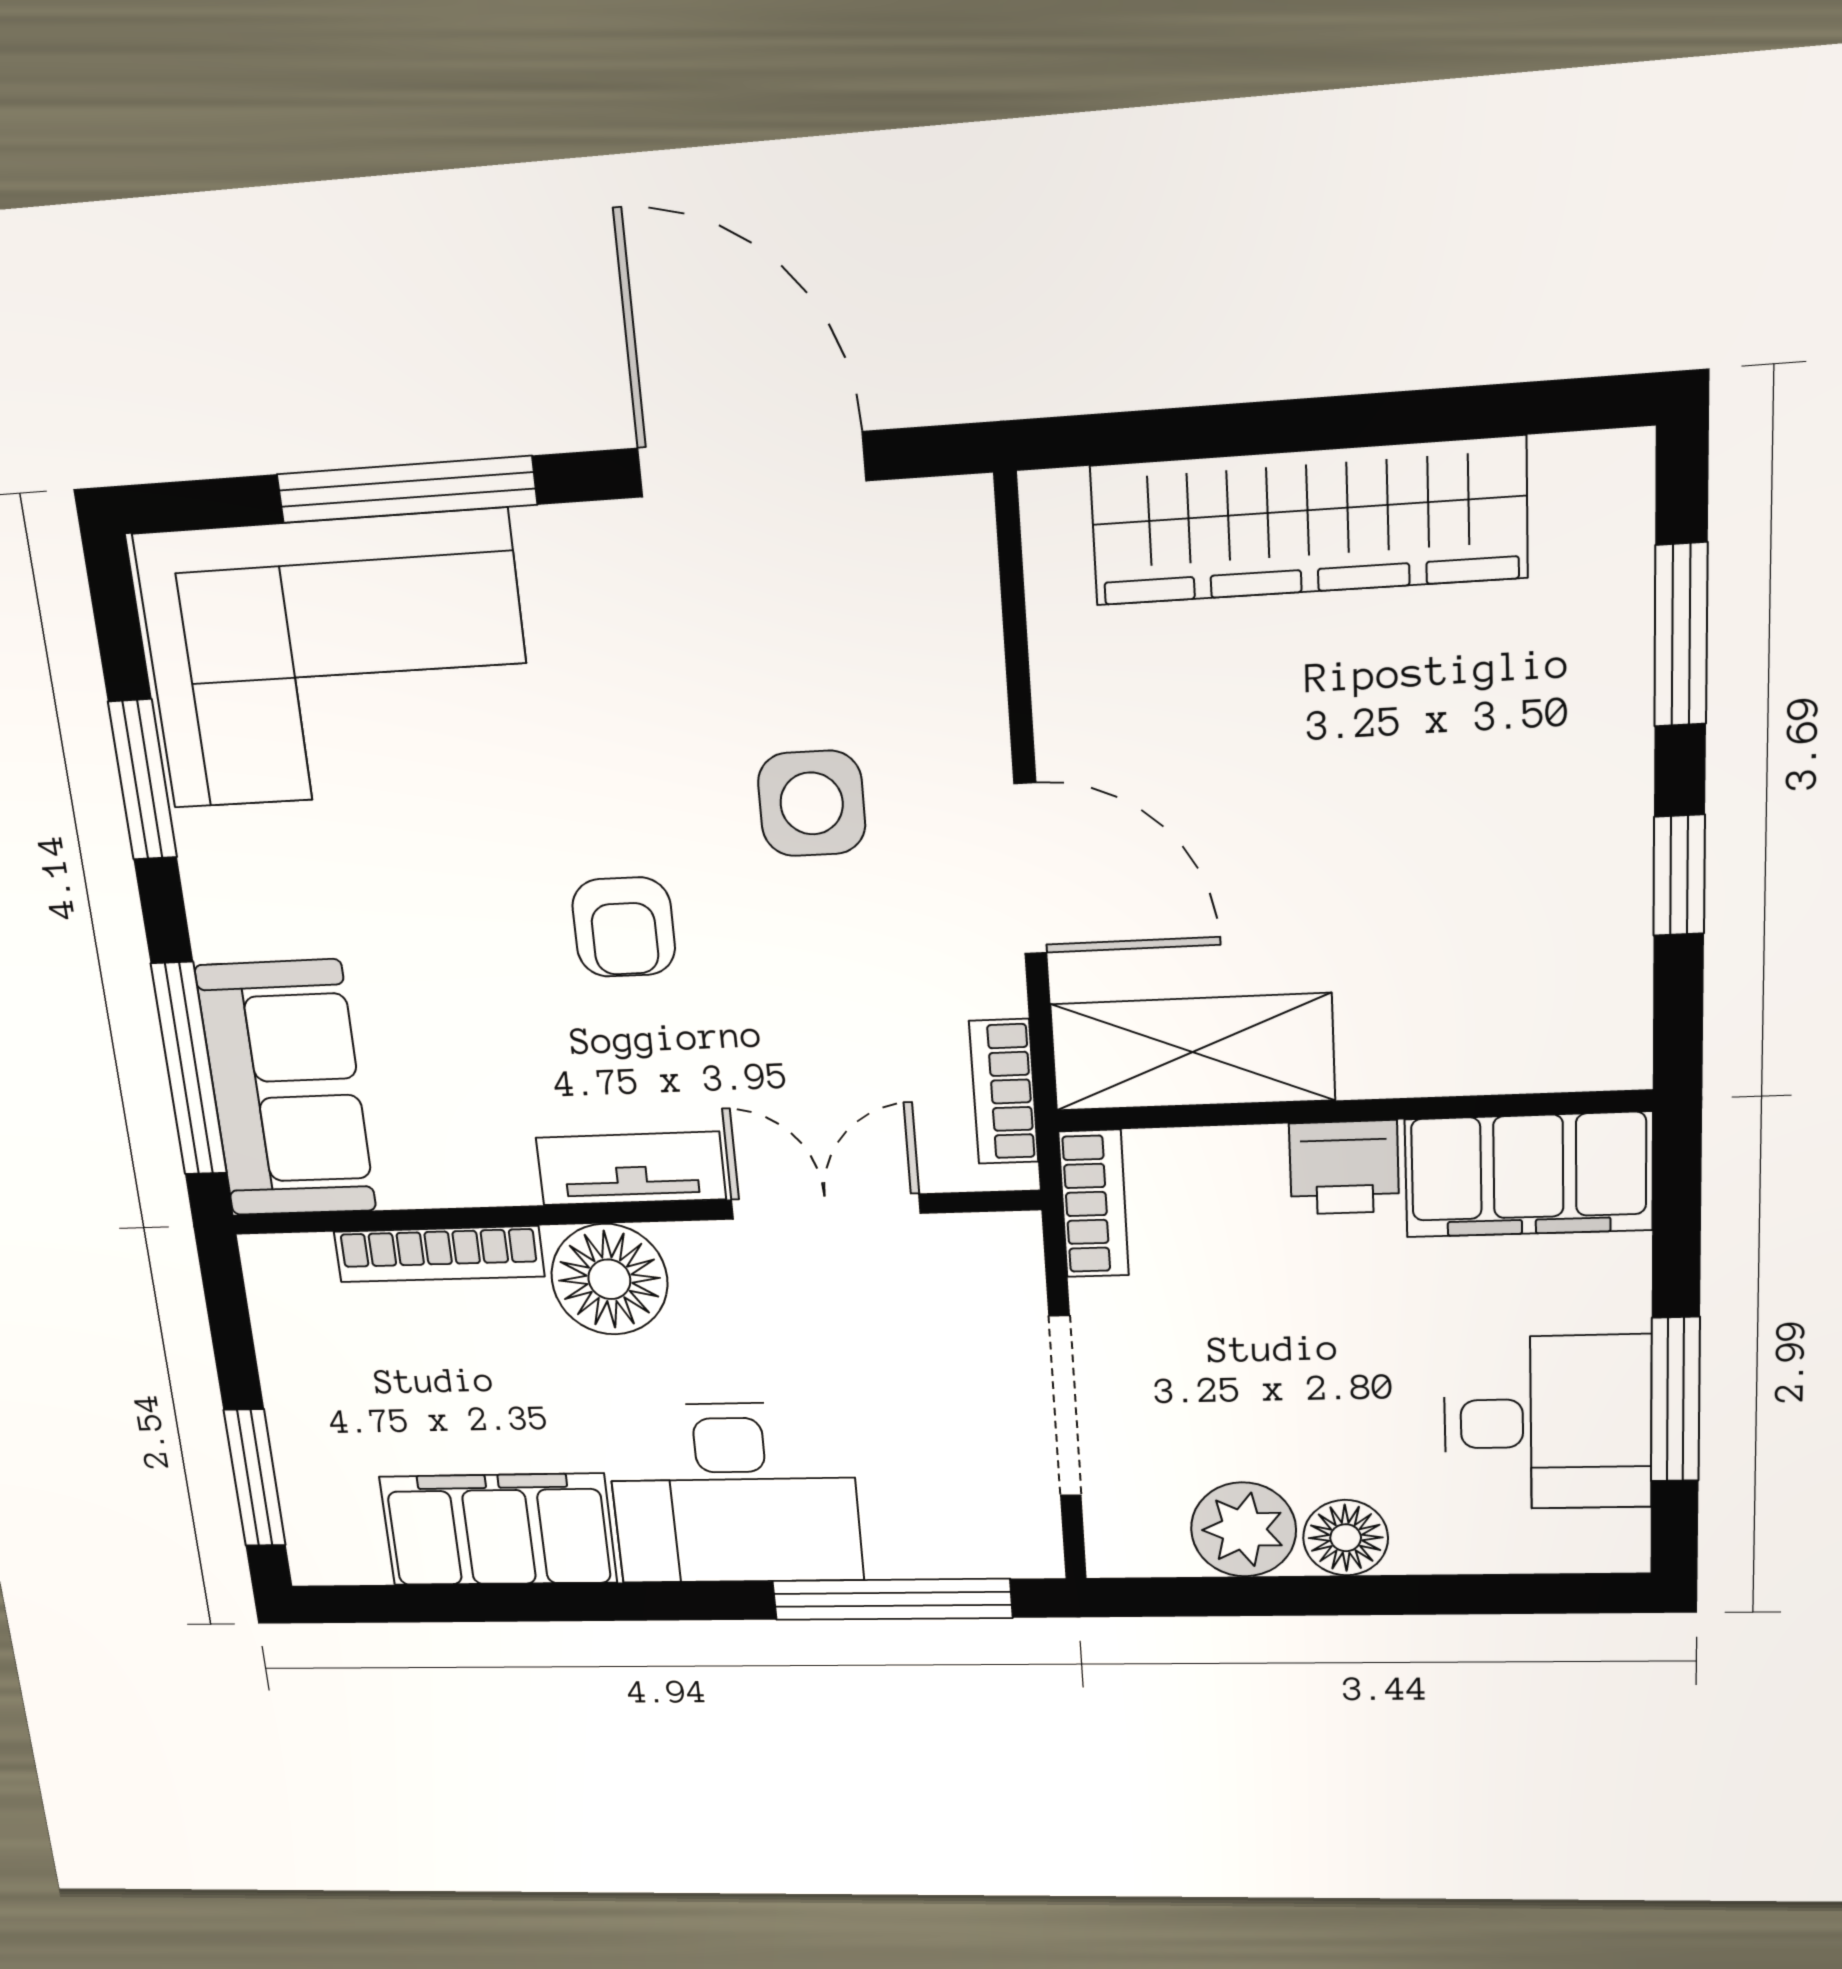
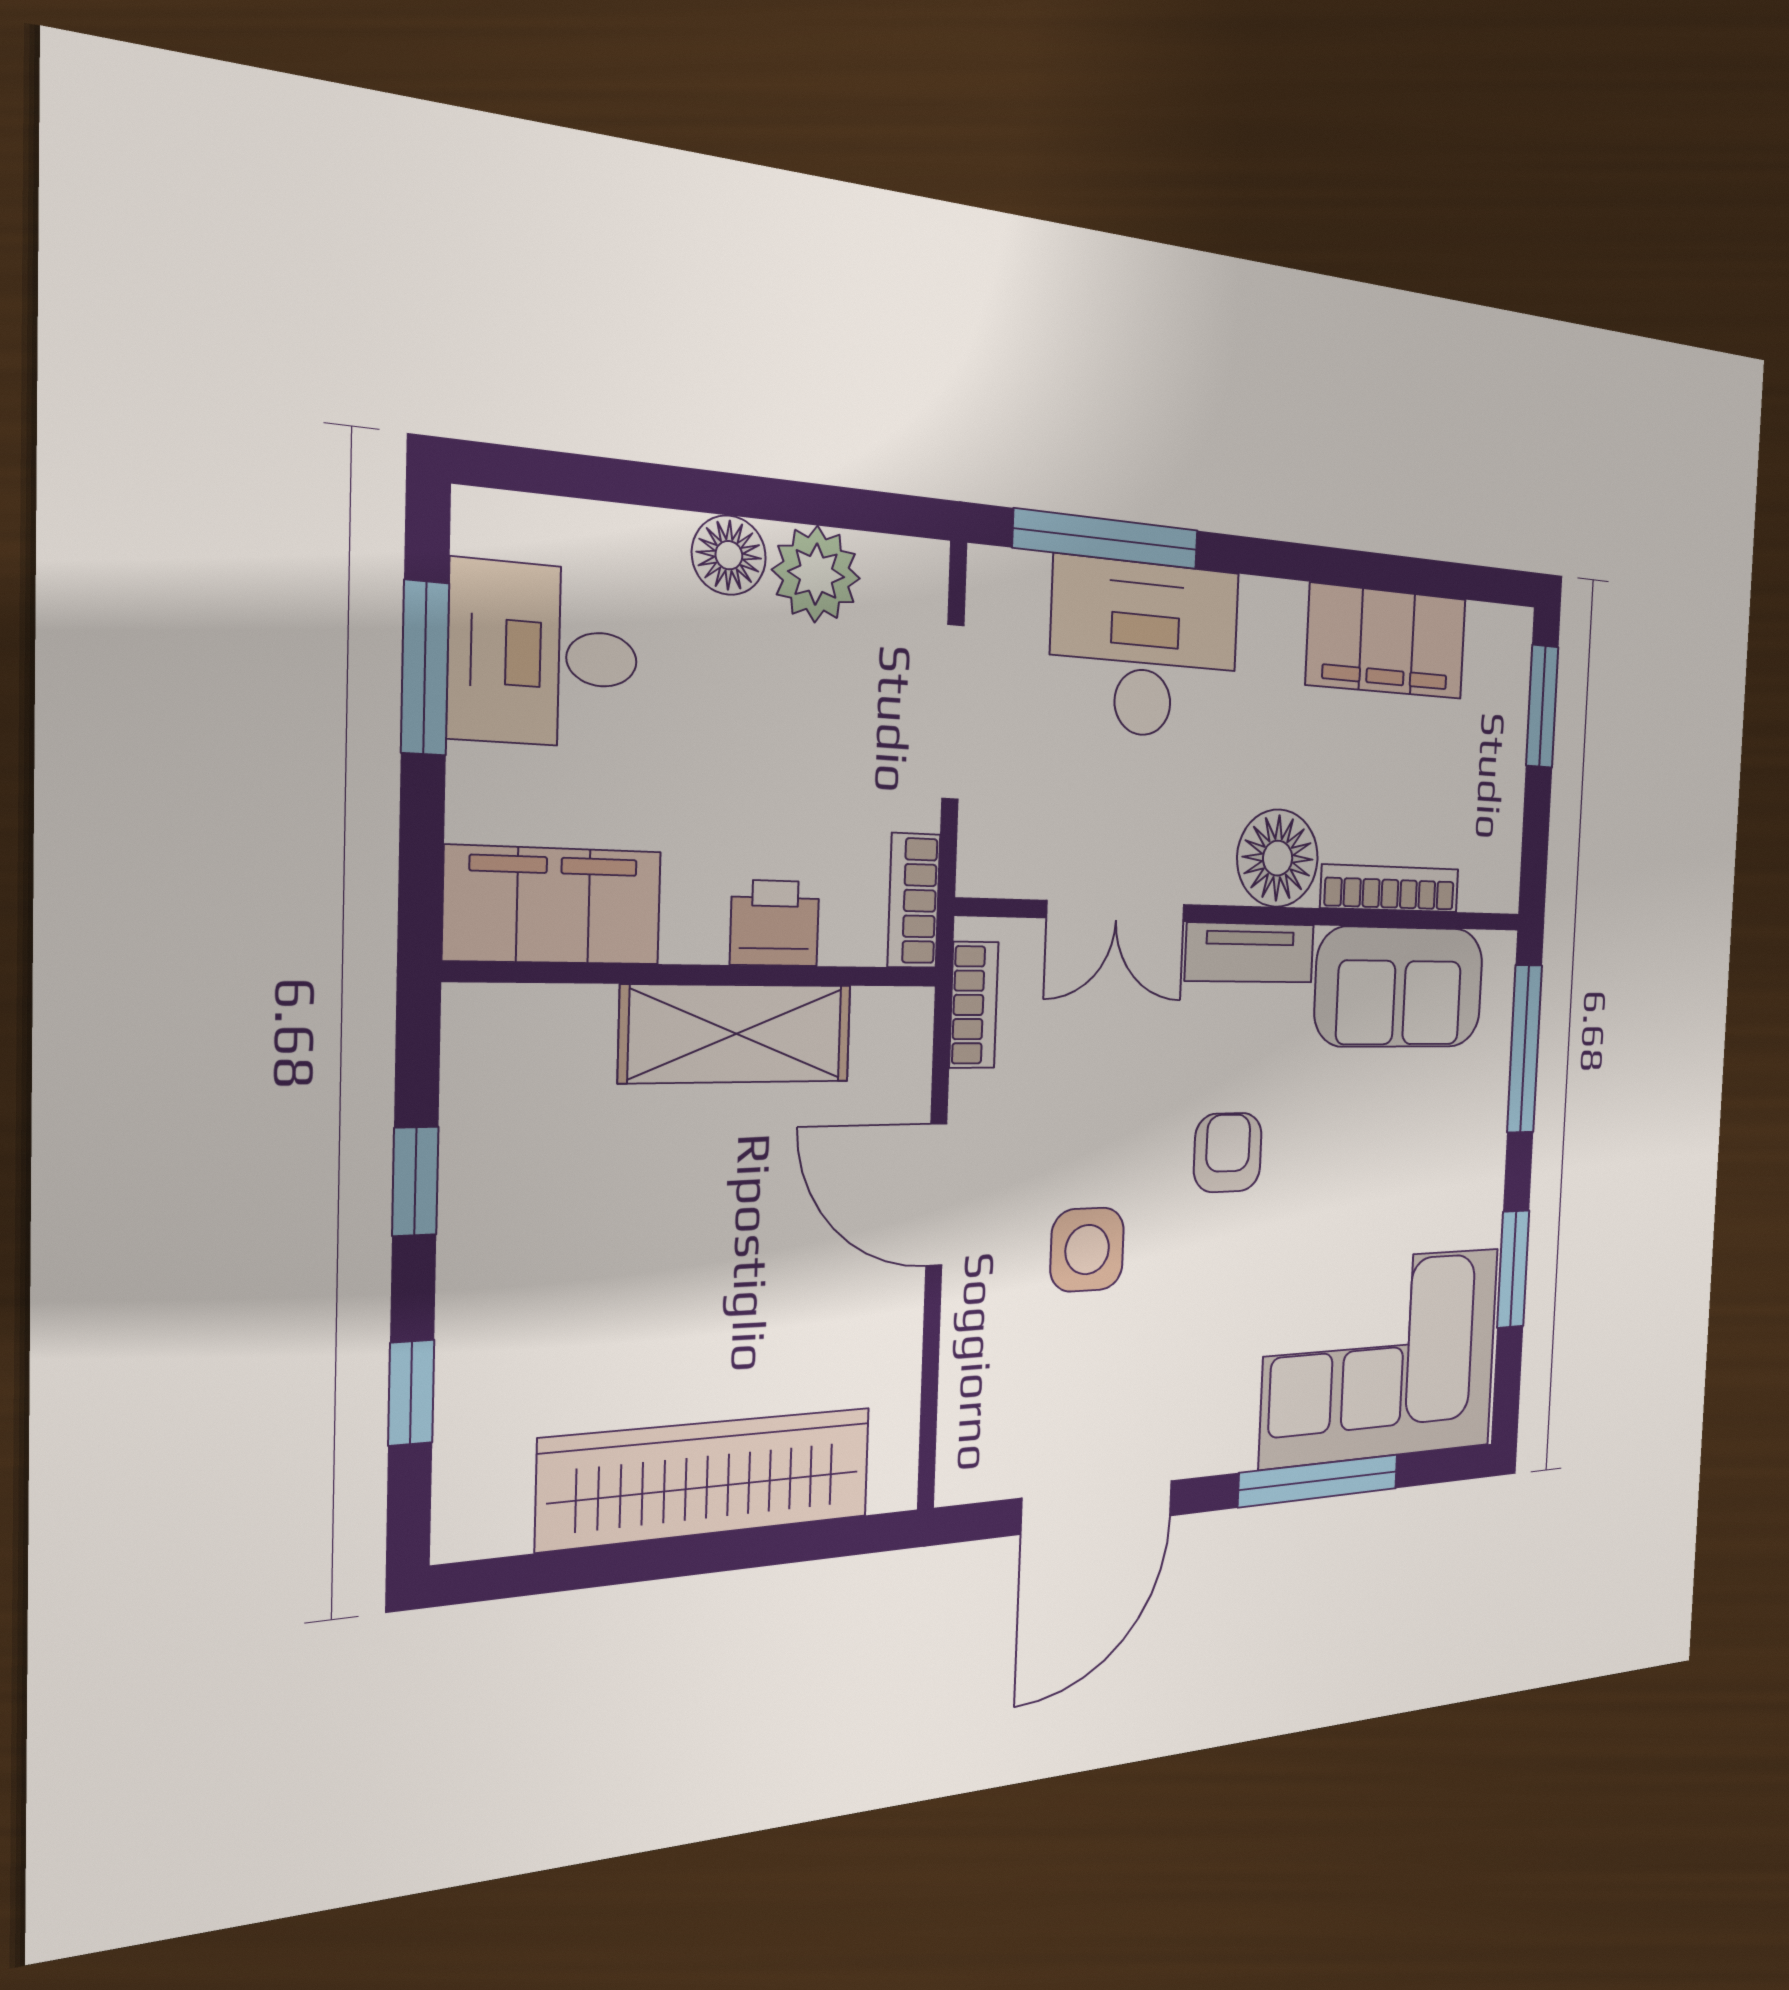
door: (751, 464) -> (1097, 1507), hinge flipped
window: (1681, 635) -> (411, 1393), width x0.67
shelving: (1192, 1052) -> (736, 1034), moved
sofa: (286, 1089) -> (1400, 987), moved, turned -90
printer: (1344, 1168) -> (775, 923), moved
desk: (734, 1493) -> (1145, 649), moved

